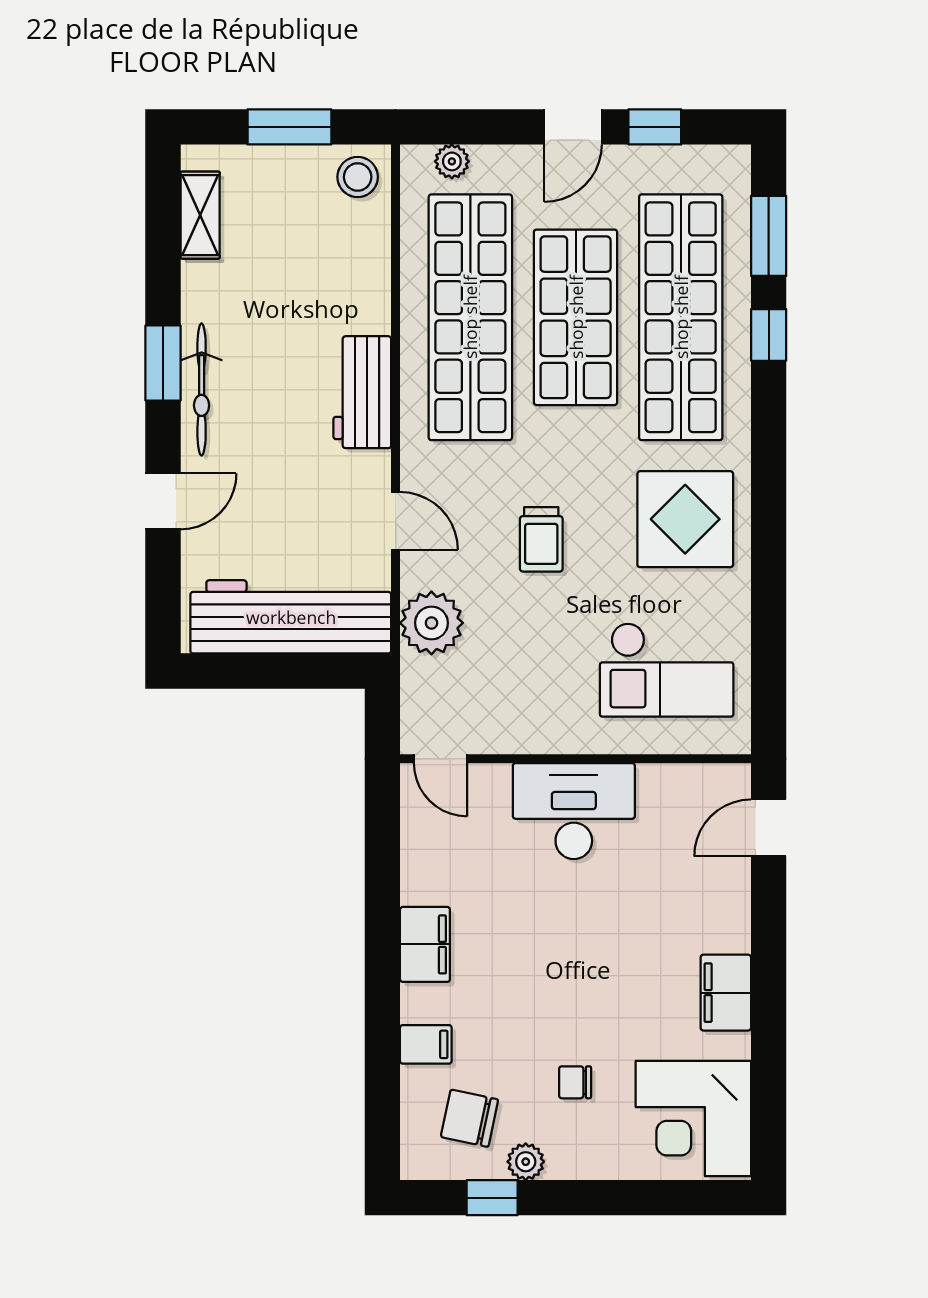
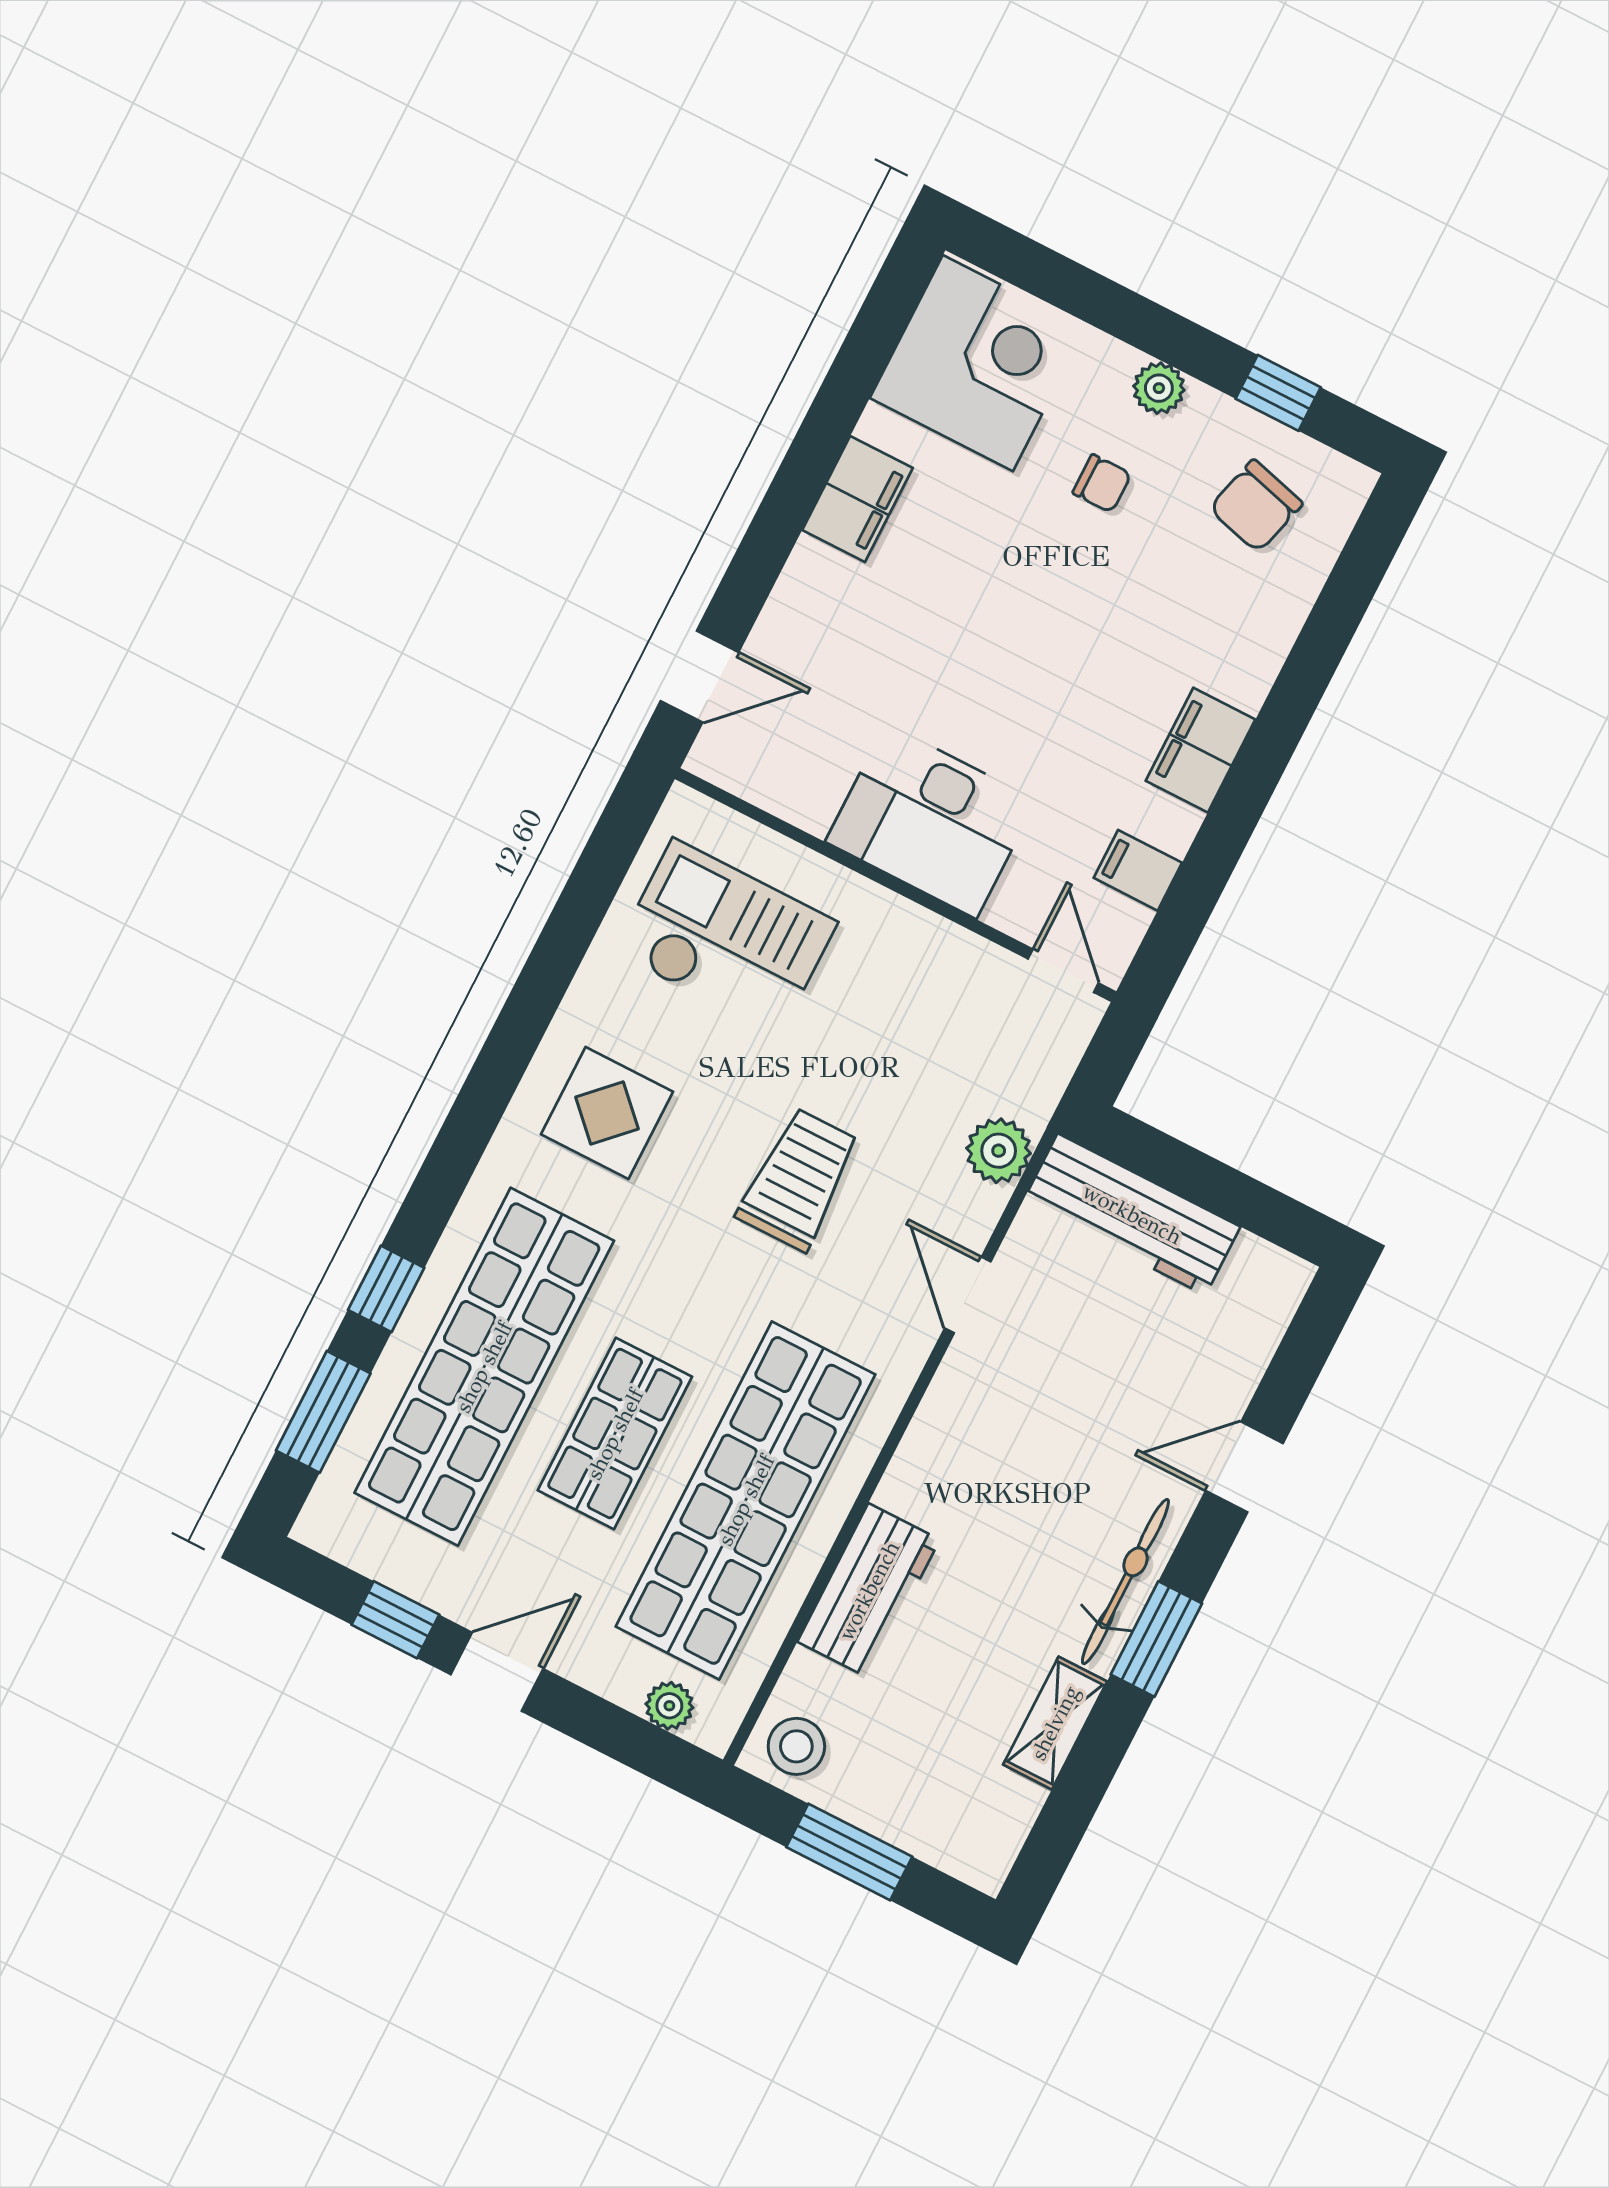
shelving: (200, 215) -> (1055, 1723), moved
shop shelf: (576, 317) -> (615, 1434), width x0.70, depth x0.74
workbench: (362, 392) -> (869, 1591), moved
display table: (685, 519) -> (607, 1113), width x0.73, depth x0.73
trolley: (541, 539) -> (799, 1179), width x1.36, depth x1.39
workbench: (291, 617) -> (1132, 1214), width x0.73, depth x0.76
plant: (431, 623) -> (999, 1151), width x0.73, depth x0.73
filing cabinet: (426, 1044) -> (1138, 870), moved
chair: (469, 1118) -> (1256, 506), turned 93
plant: (526, 1162) -> (1159, 388), moved

